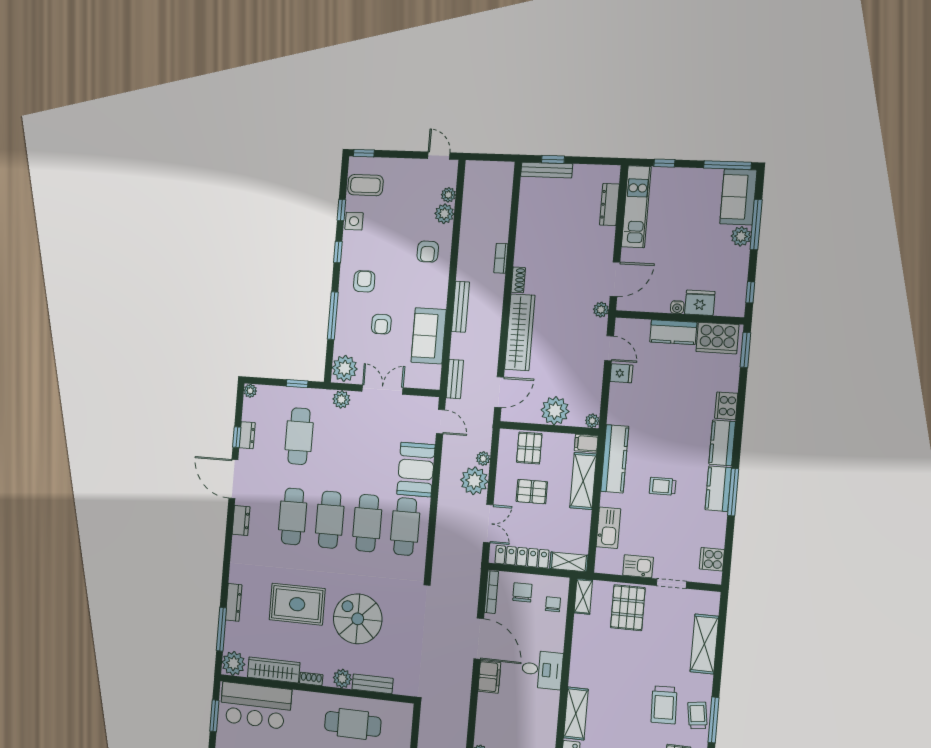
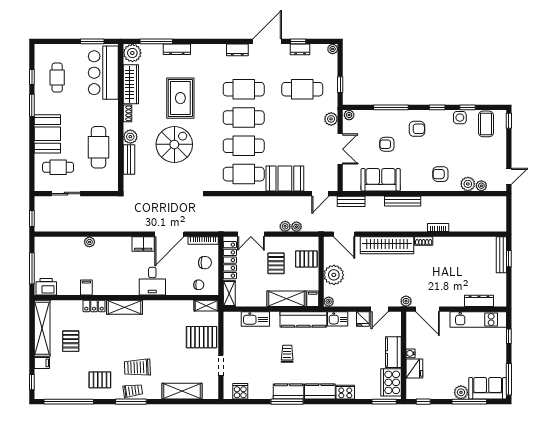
plant: (345, 368) -> (349, 115), width x0.53, depth x0.53
plant: (474, 481) -> (285, 226), width x0.53, depth x0.53
kitchen sink: (638, 566) -> (338, 319), moved, turned 90

